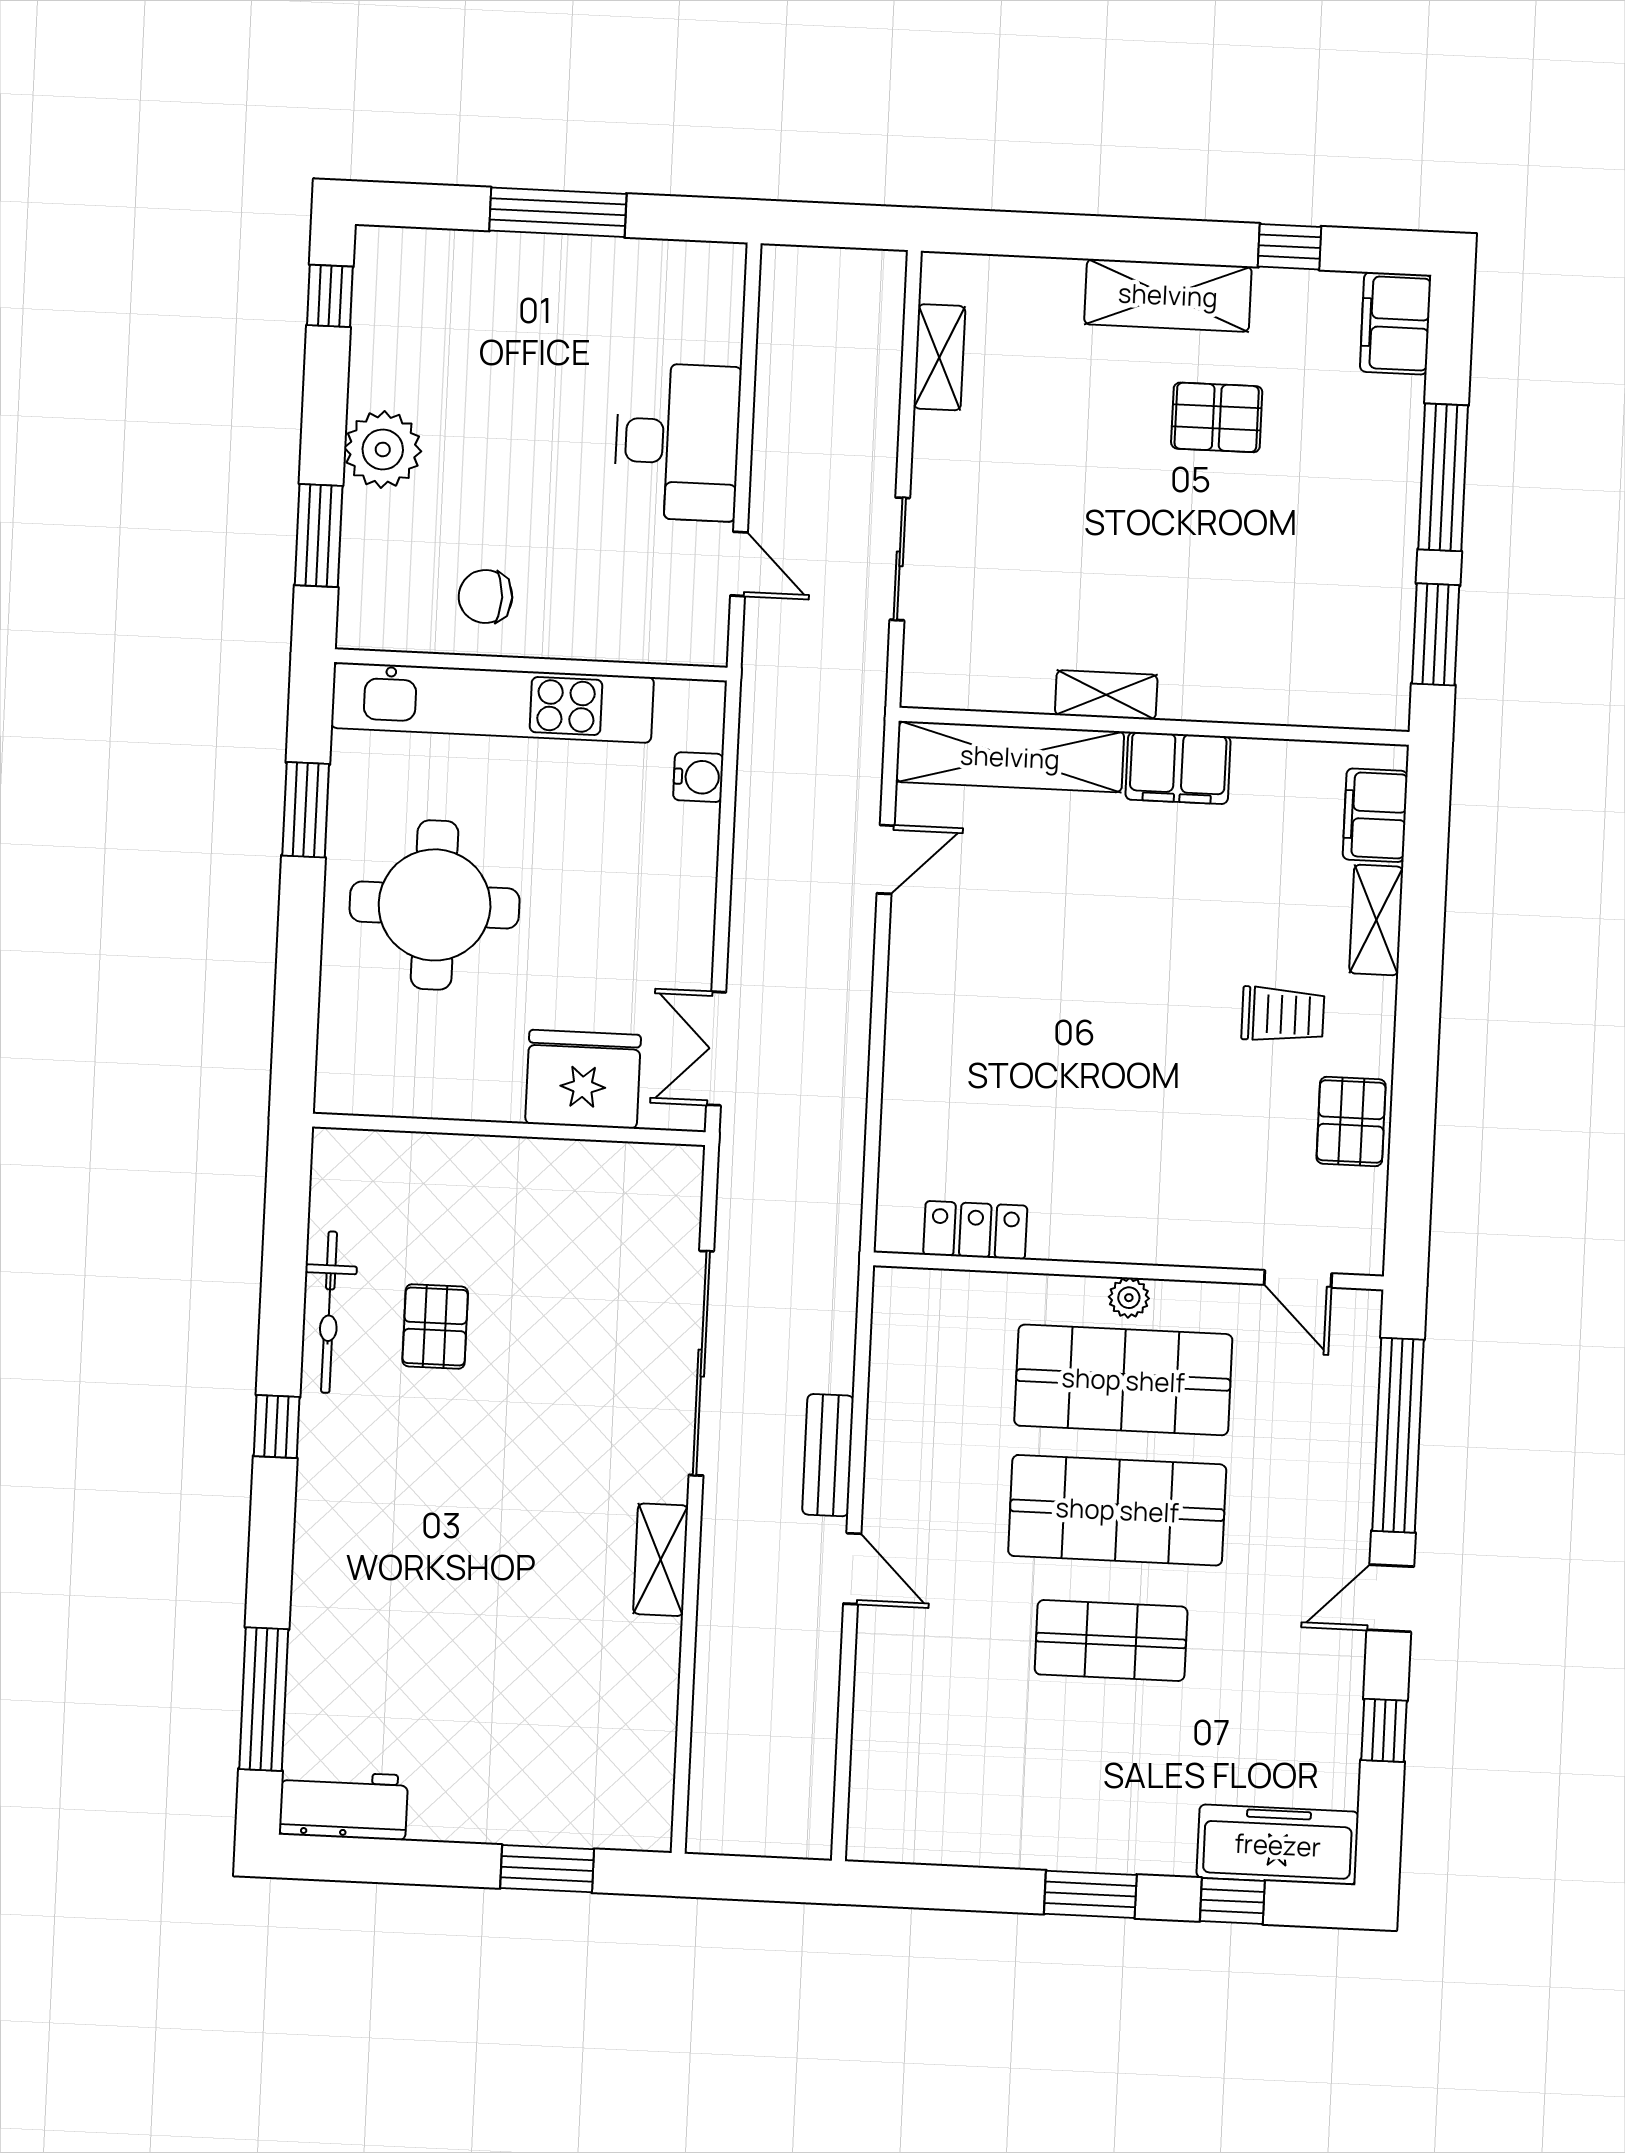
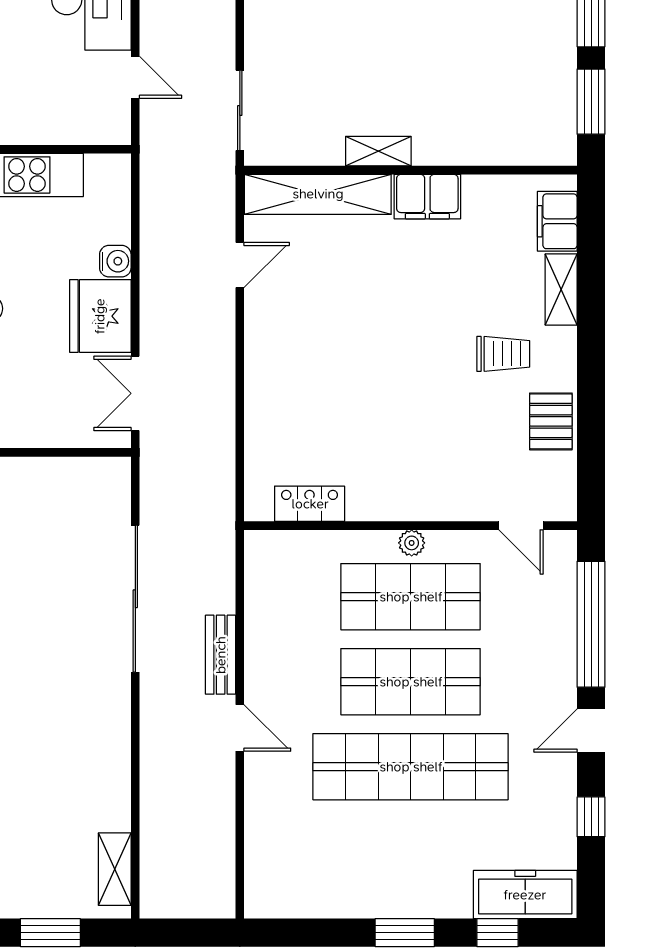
sliding door: (900, 559) -> (240, 110), moved
water cooler: (698, 777) -> (115, 261), moved
fridge: (583, 1079) -> (100, 316), moved, turned -90
shelving: (661, 1560) -> (115, 869), moved
shop shelf: (1111, 1641) -> (411, 767), width x2.00, depth x1.36

